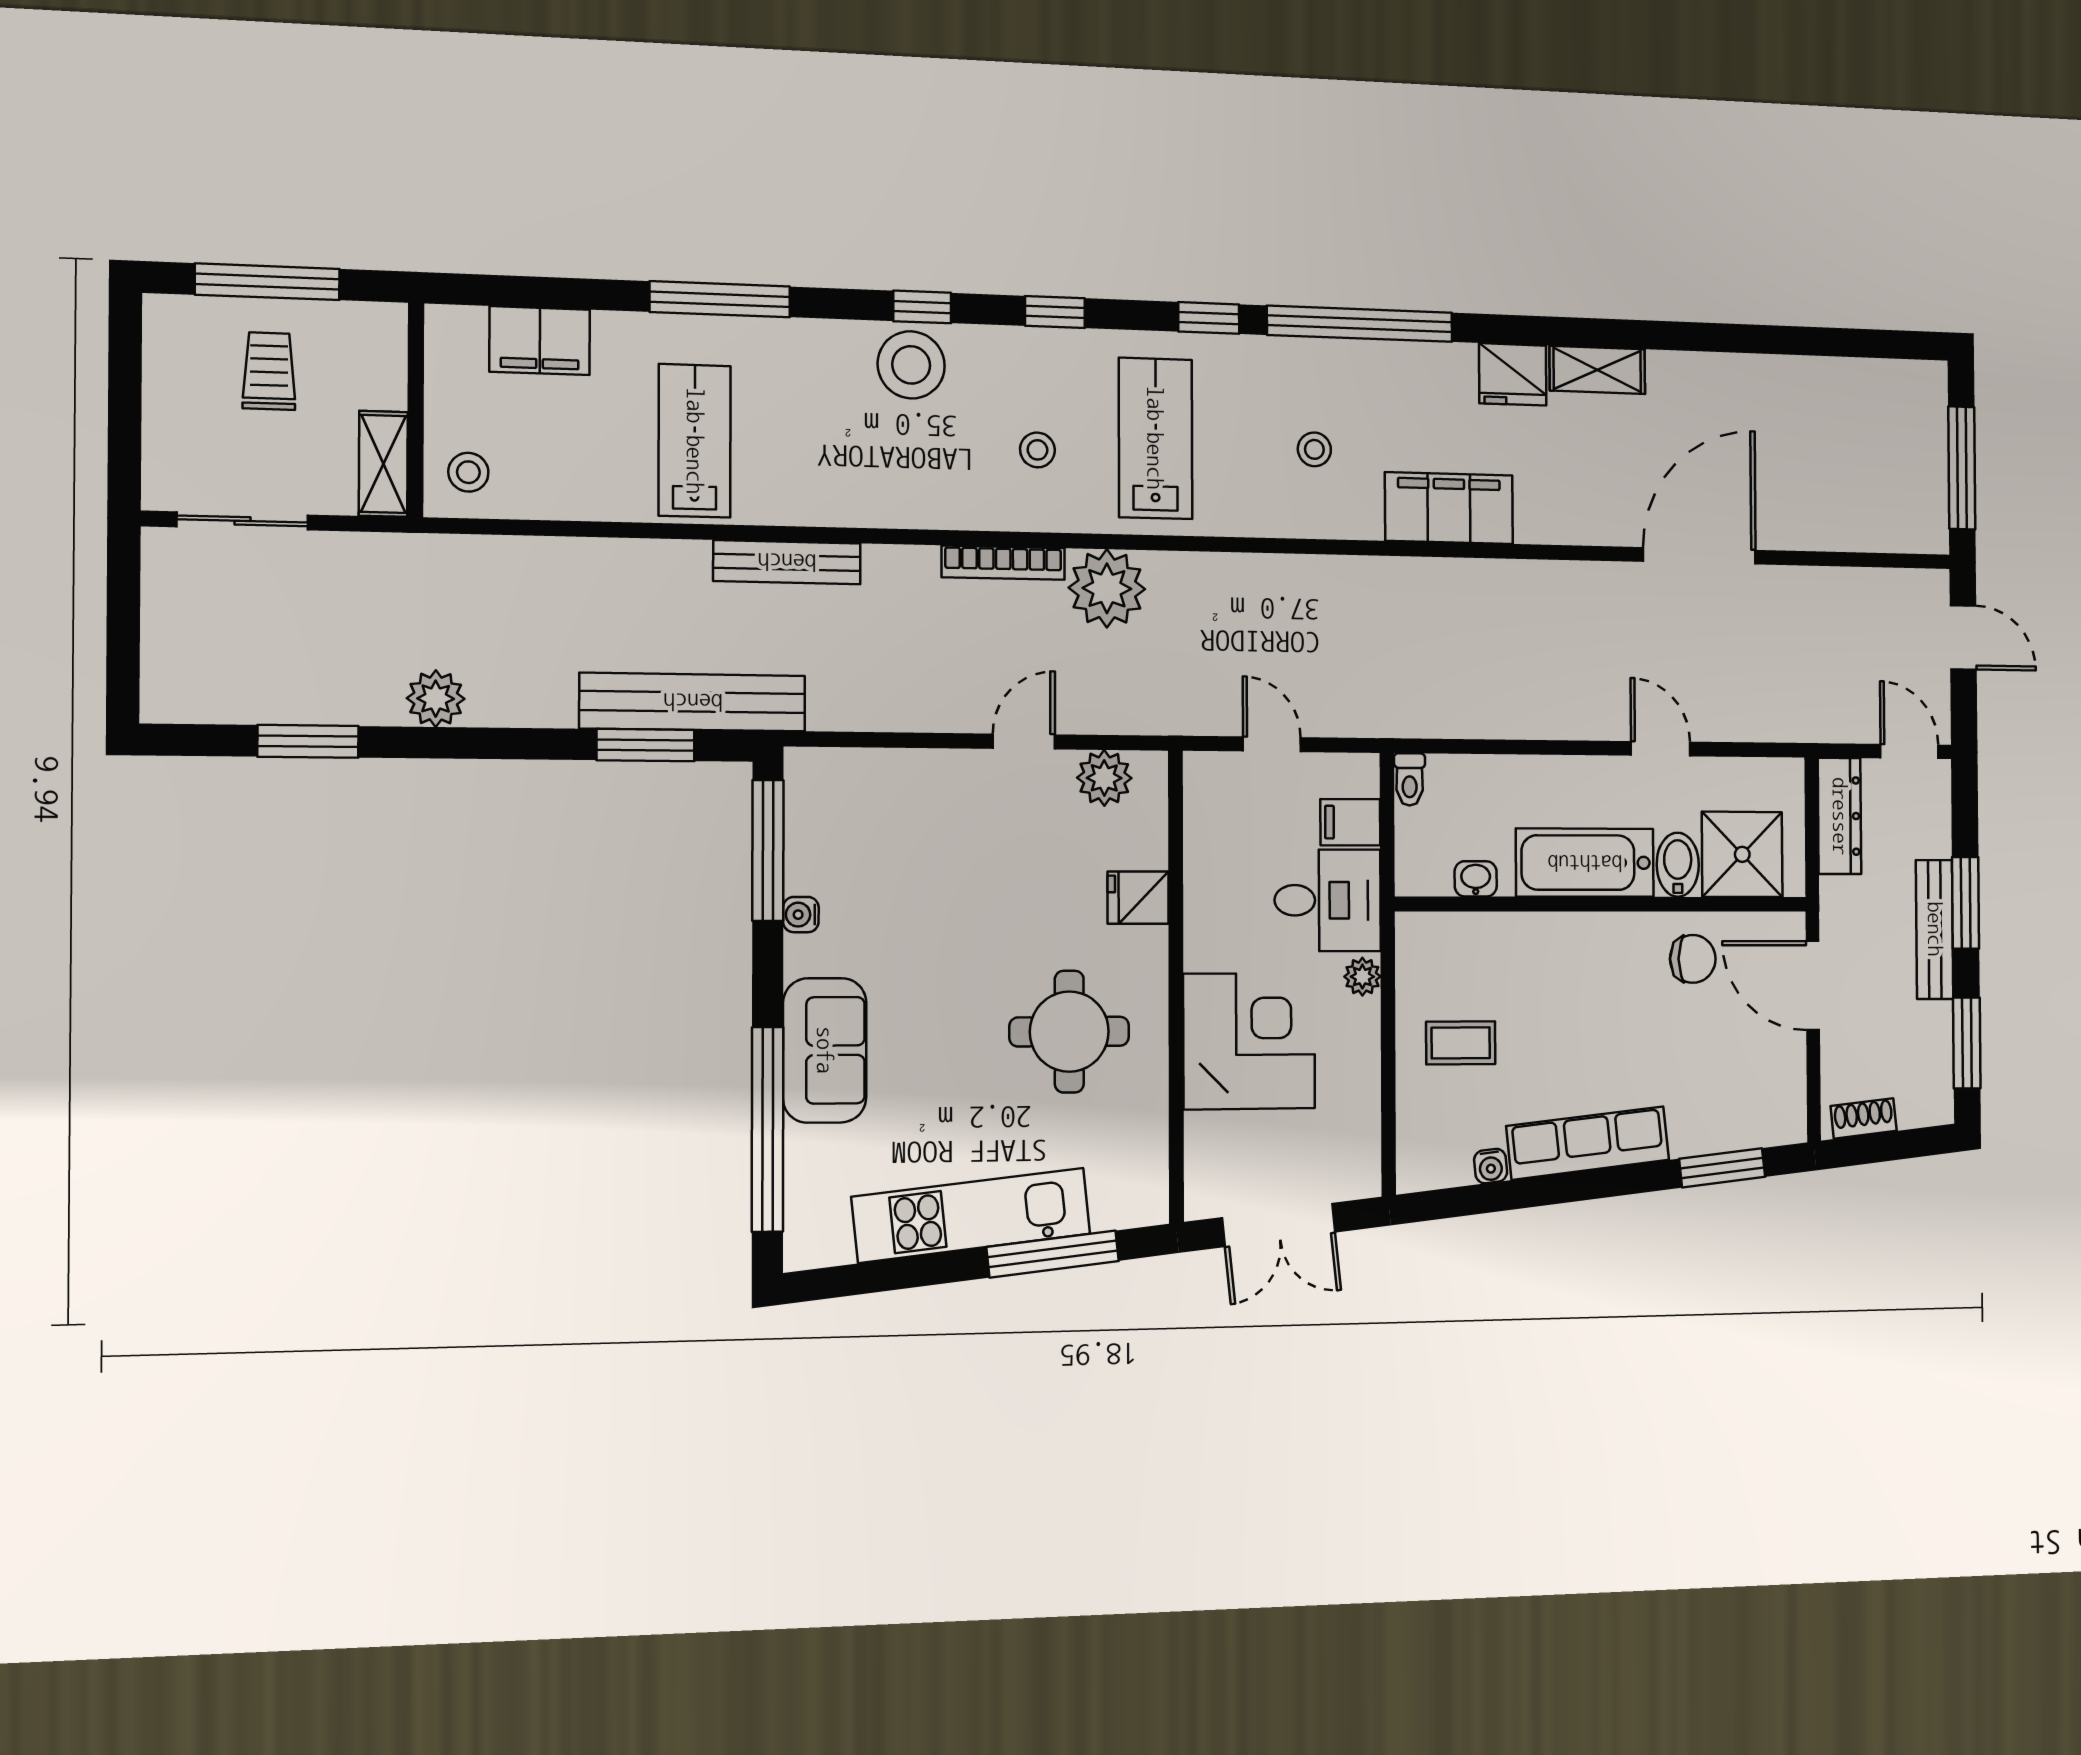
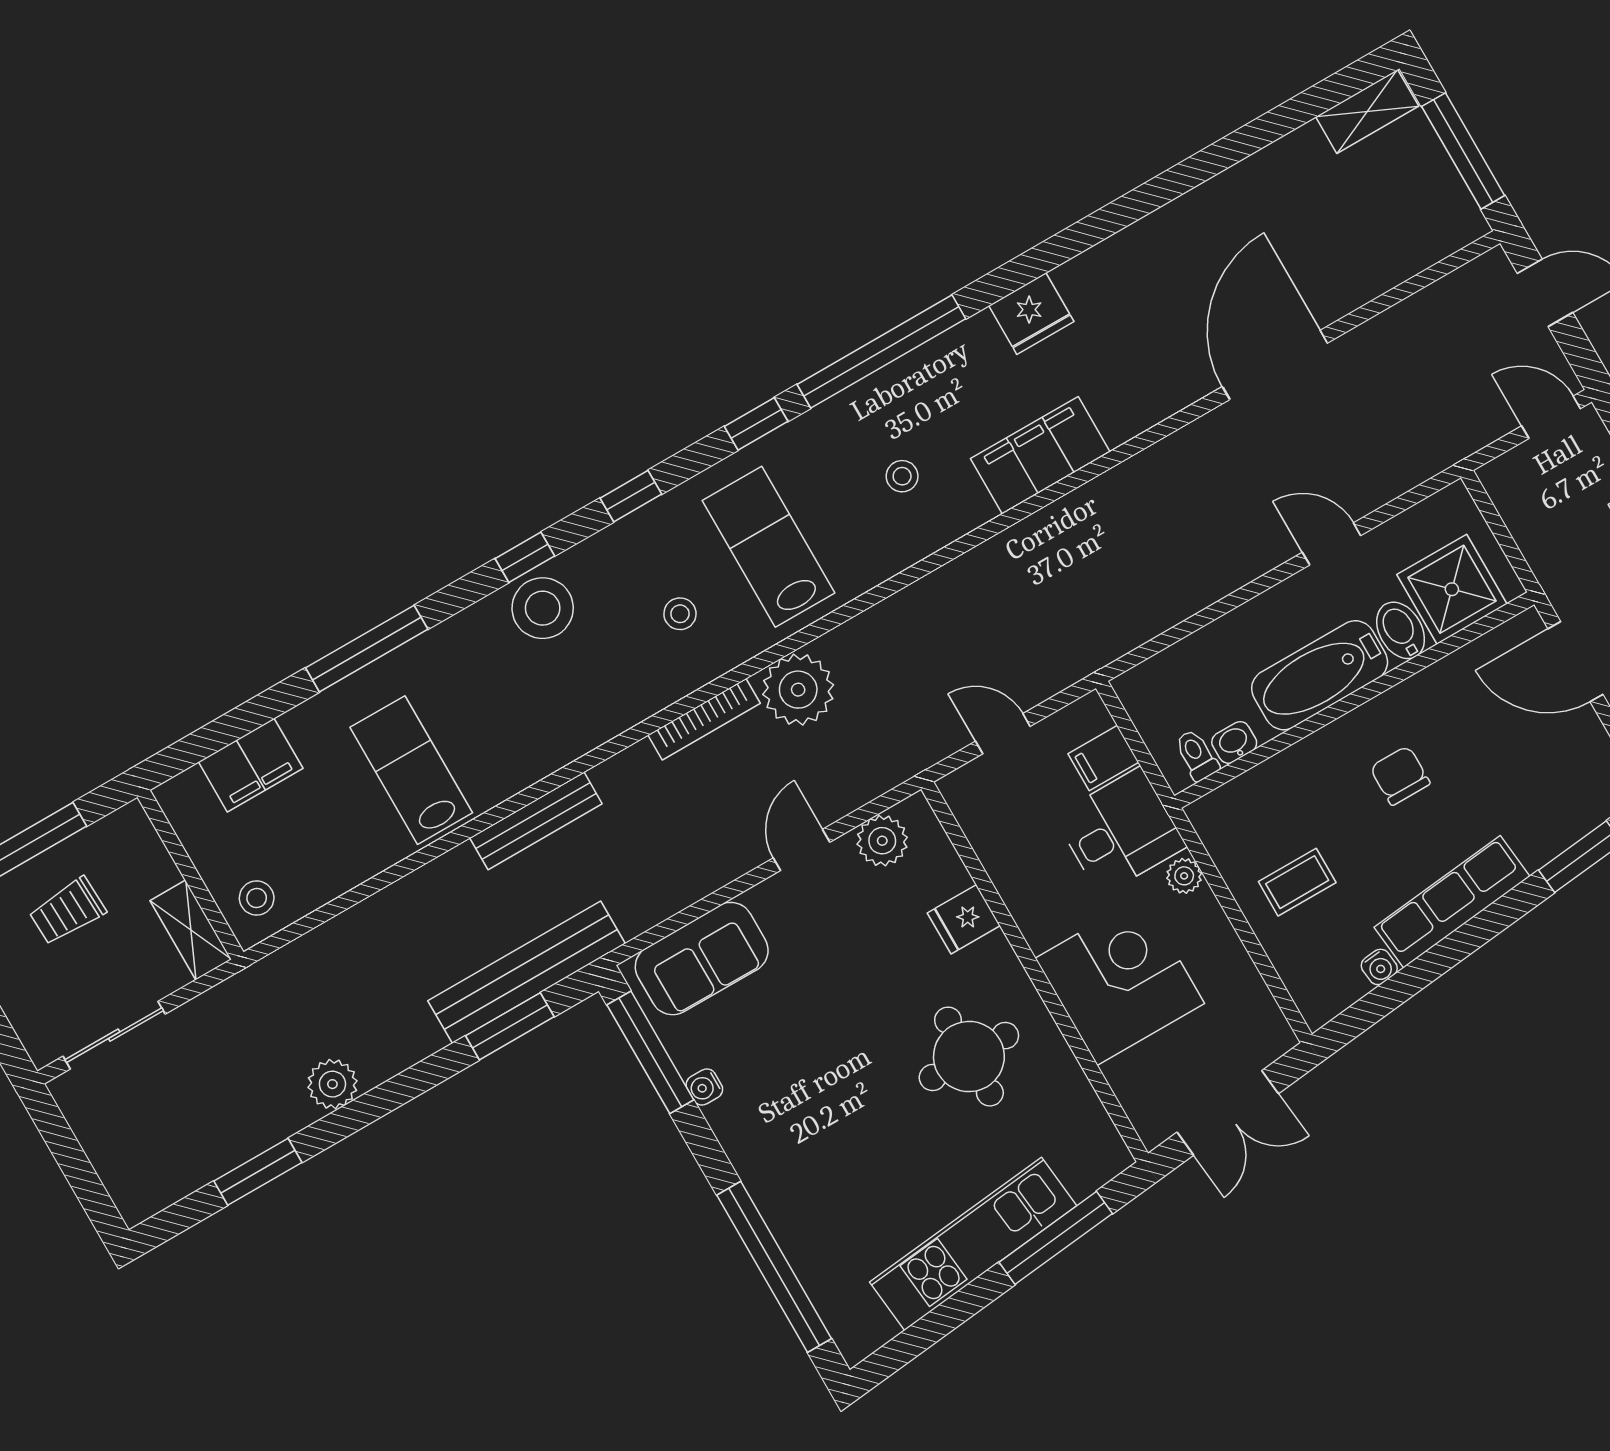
shelving: (1597, 370) -> (1367, 111), moved
trolley: (269, 371) -> (67, 911), turned -92
toilet: (1410, 779) -> (1197, 755), moved, turned 180
dresser: (1840, 816) -> (1519, 507), removed
chair: (1693, 959) -> (1400, 775), moved, turned -90
sofa: (825, 1050) -> (702, 959), moved, turned 90

